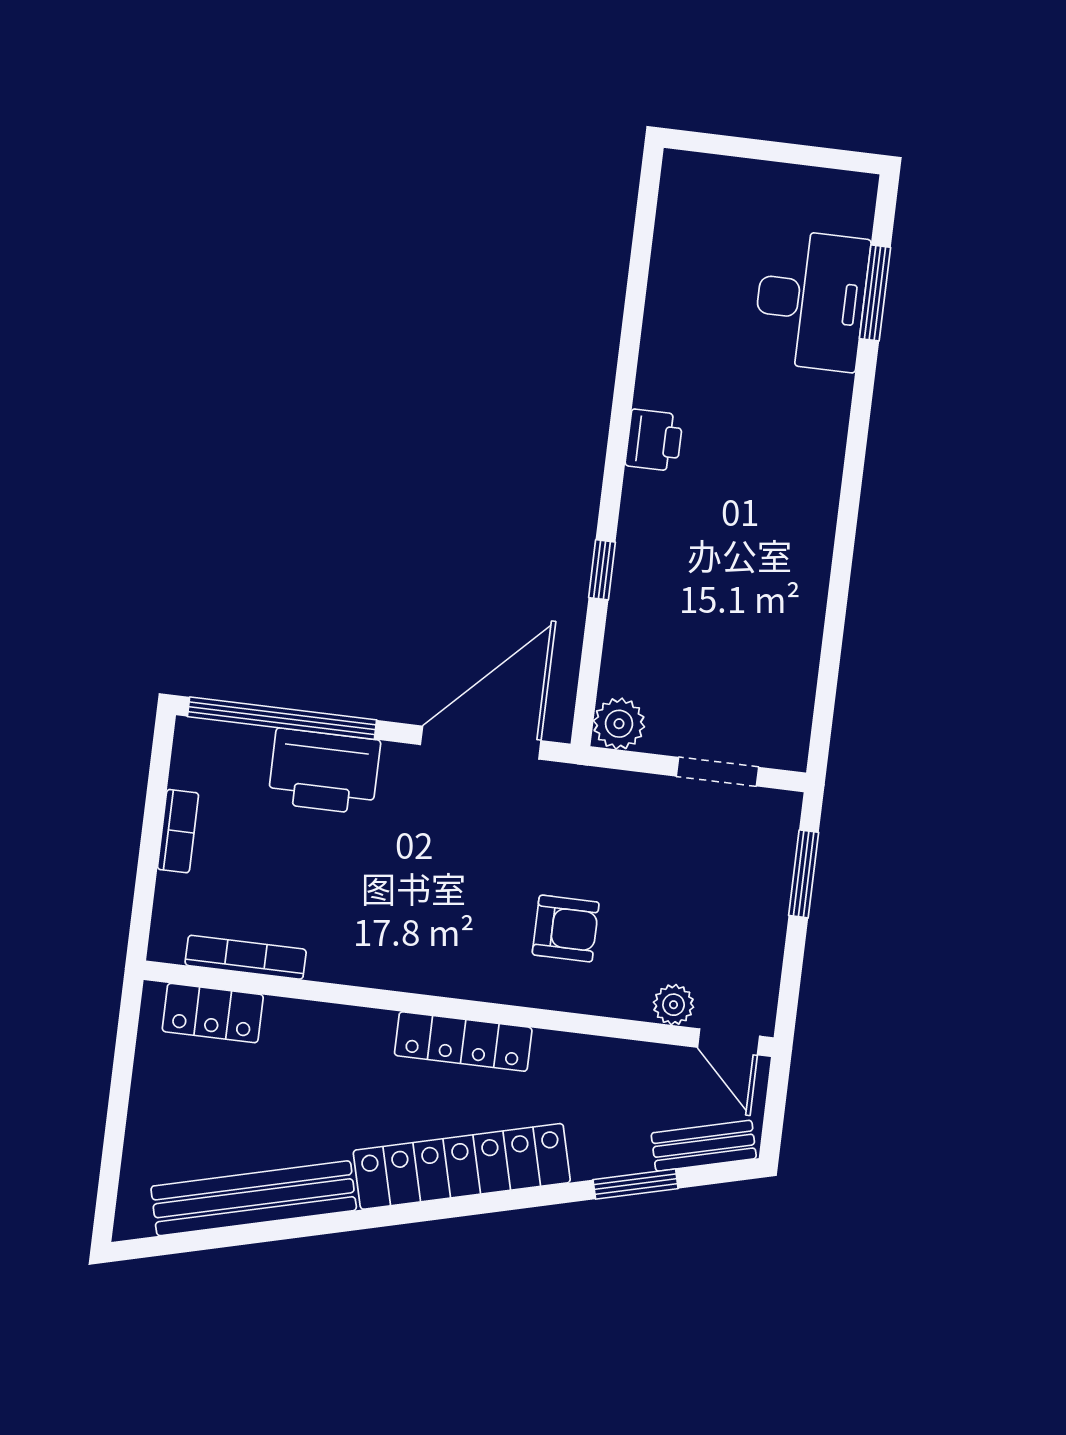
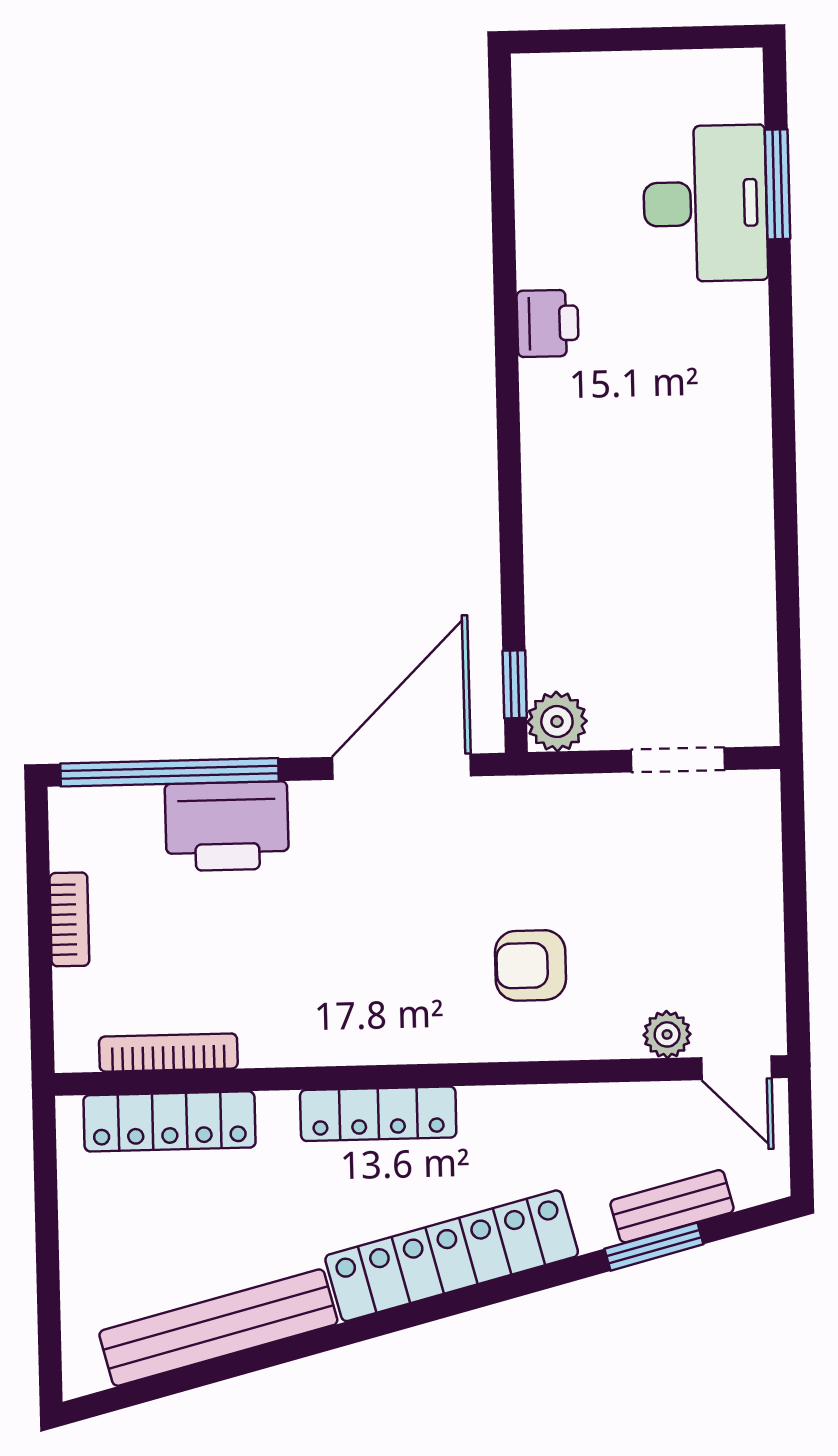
printer: (654, 440) -> (548, 323), moved
window: (602, 570) -> (515, 684), moved
window: (804, 874) -> (794, 863), removed
armchair: (566, 929) -> (531, 965), turned 180
locker: (213, 1013) -> (170, 1121), width x1.53
locker: (463, 1042) -> (378, 1114), moved
bench: (704, 1146) -> (672, 1206), moved

